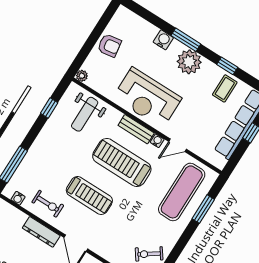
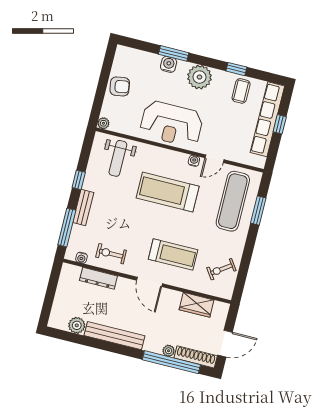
window: (186, 40) -> (174, 53), moved
window: (49, 108) -> (79, 180), moved
bench: (136, 129) -> (83, 208), moved, turned 90
treadmill: (89, 196) -> (173, 254), moved
exercise bike: (48, 204) -> (111, 254), turned 180
dresser: (41, 232) -> (98, 278), moved

